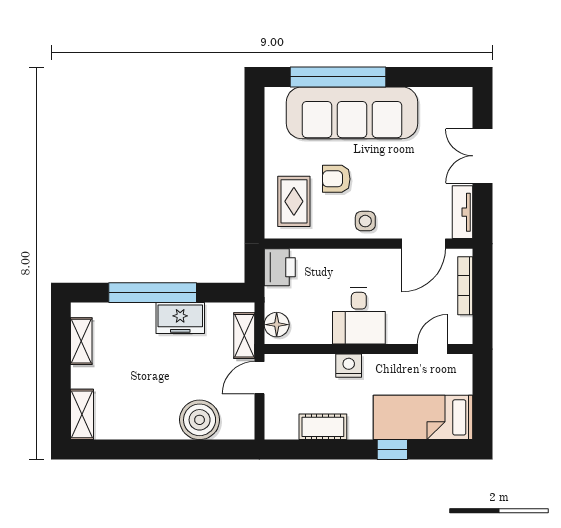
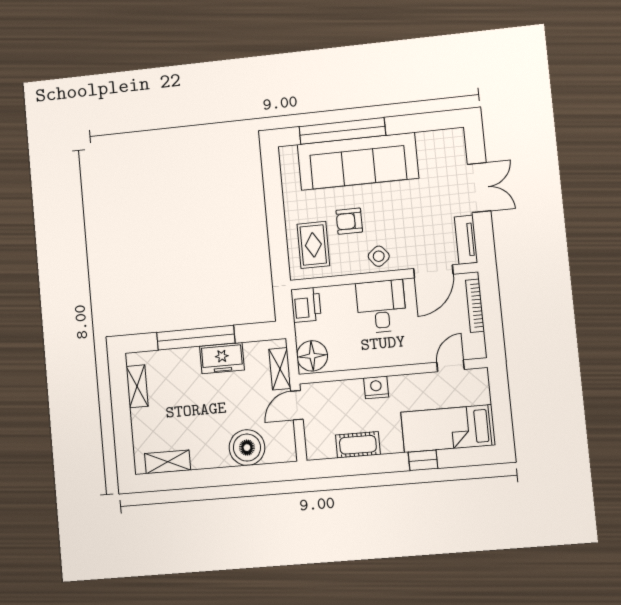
double door: (482, 156) -> (479, 187), swing flipped
side table: (365, 221) -> (379, 256), turned -38
desk: (359, 316) -> (381, 306), moved, turned 180
floor lamp: (277, 325) -> (312, 356), width x1.38, depth x1.38
shelving: (82, 414) -> (168, 462), moved, turned 90

